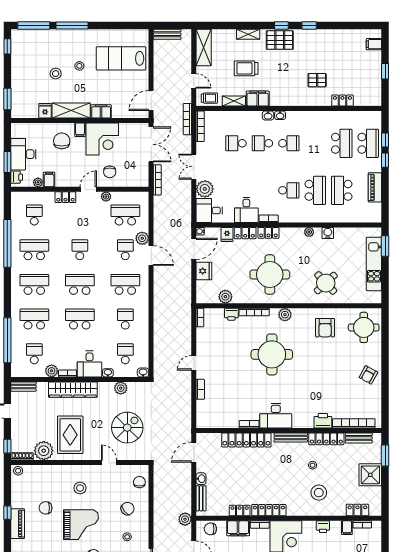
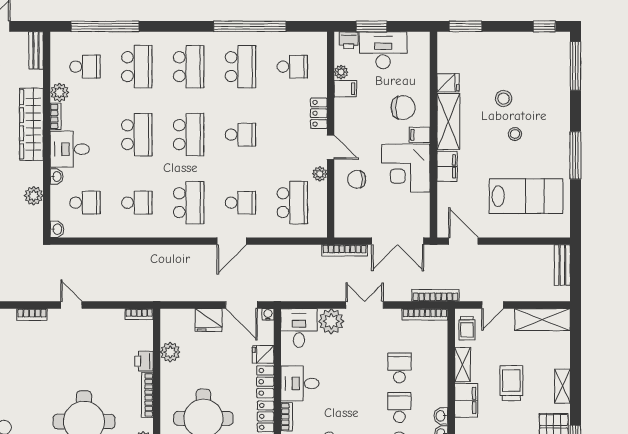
window: (72, 25) -> (575, 155), moved
lab bench: (121, 58) -> (526, 196), turned 90
plant: (142, 238) -> (258, 228), removed

